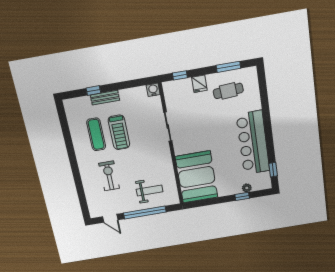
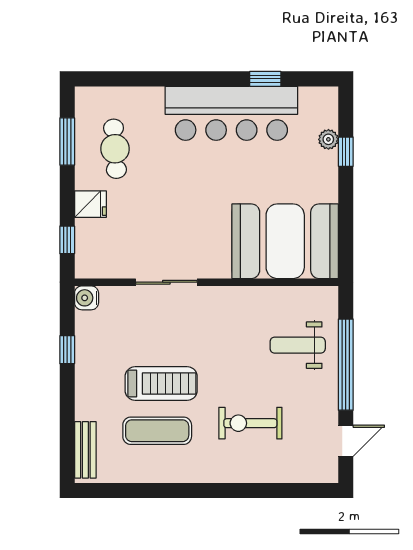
window: (93, 91) -> (67, 350), moved
bench: (105, 98) -> (85, 450), moved
window: (273, 170) -> (265, 79), moved
weight bench: (149, 191) -> (298, 345), turned -90

